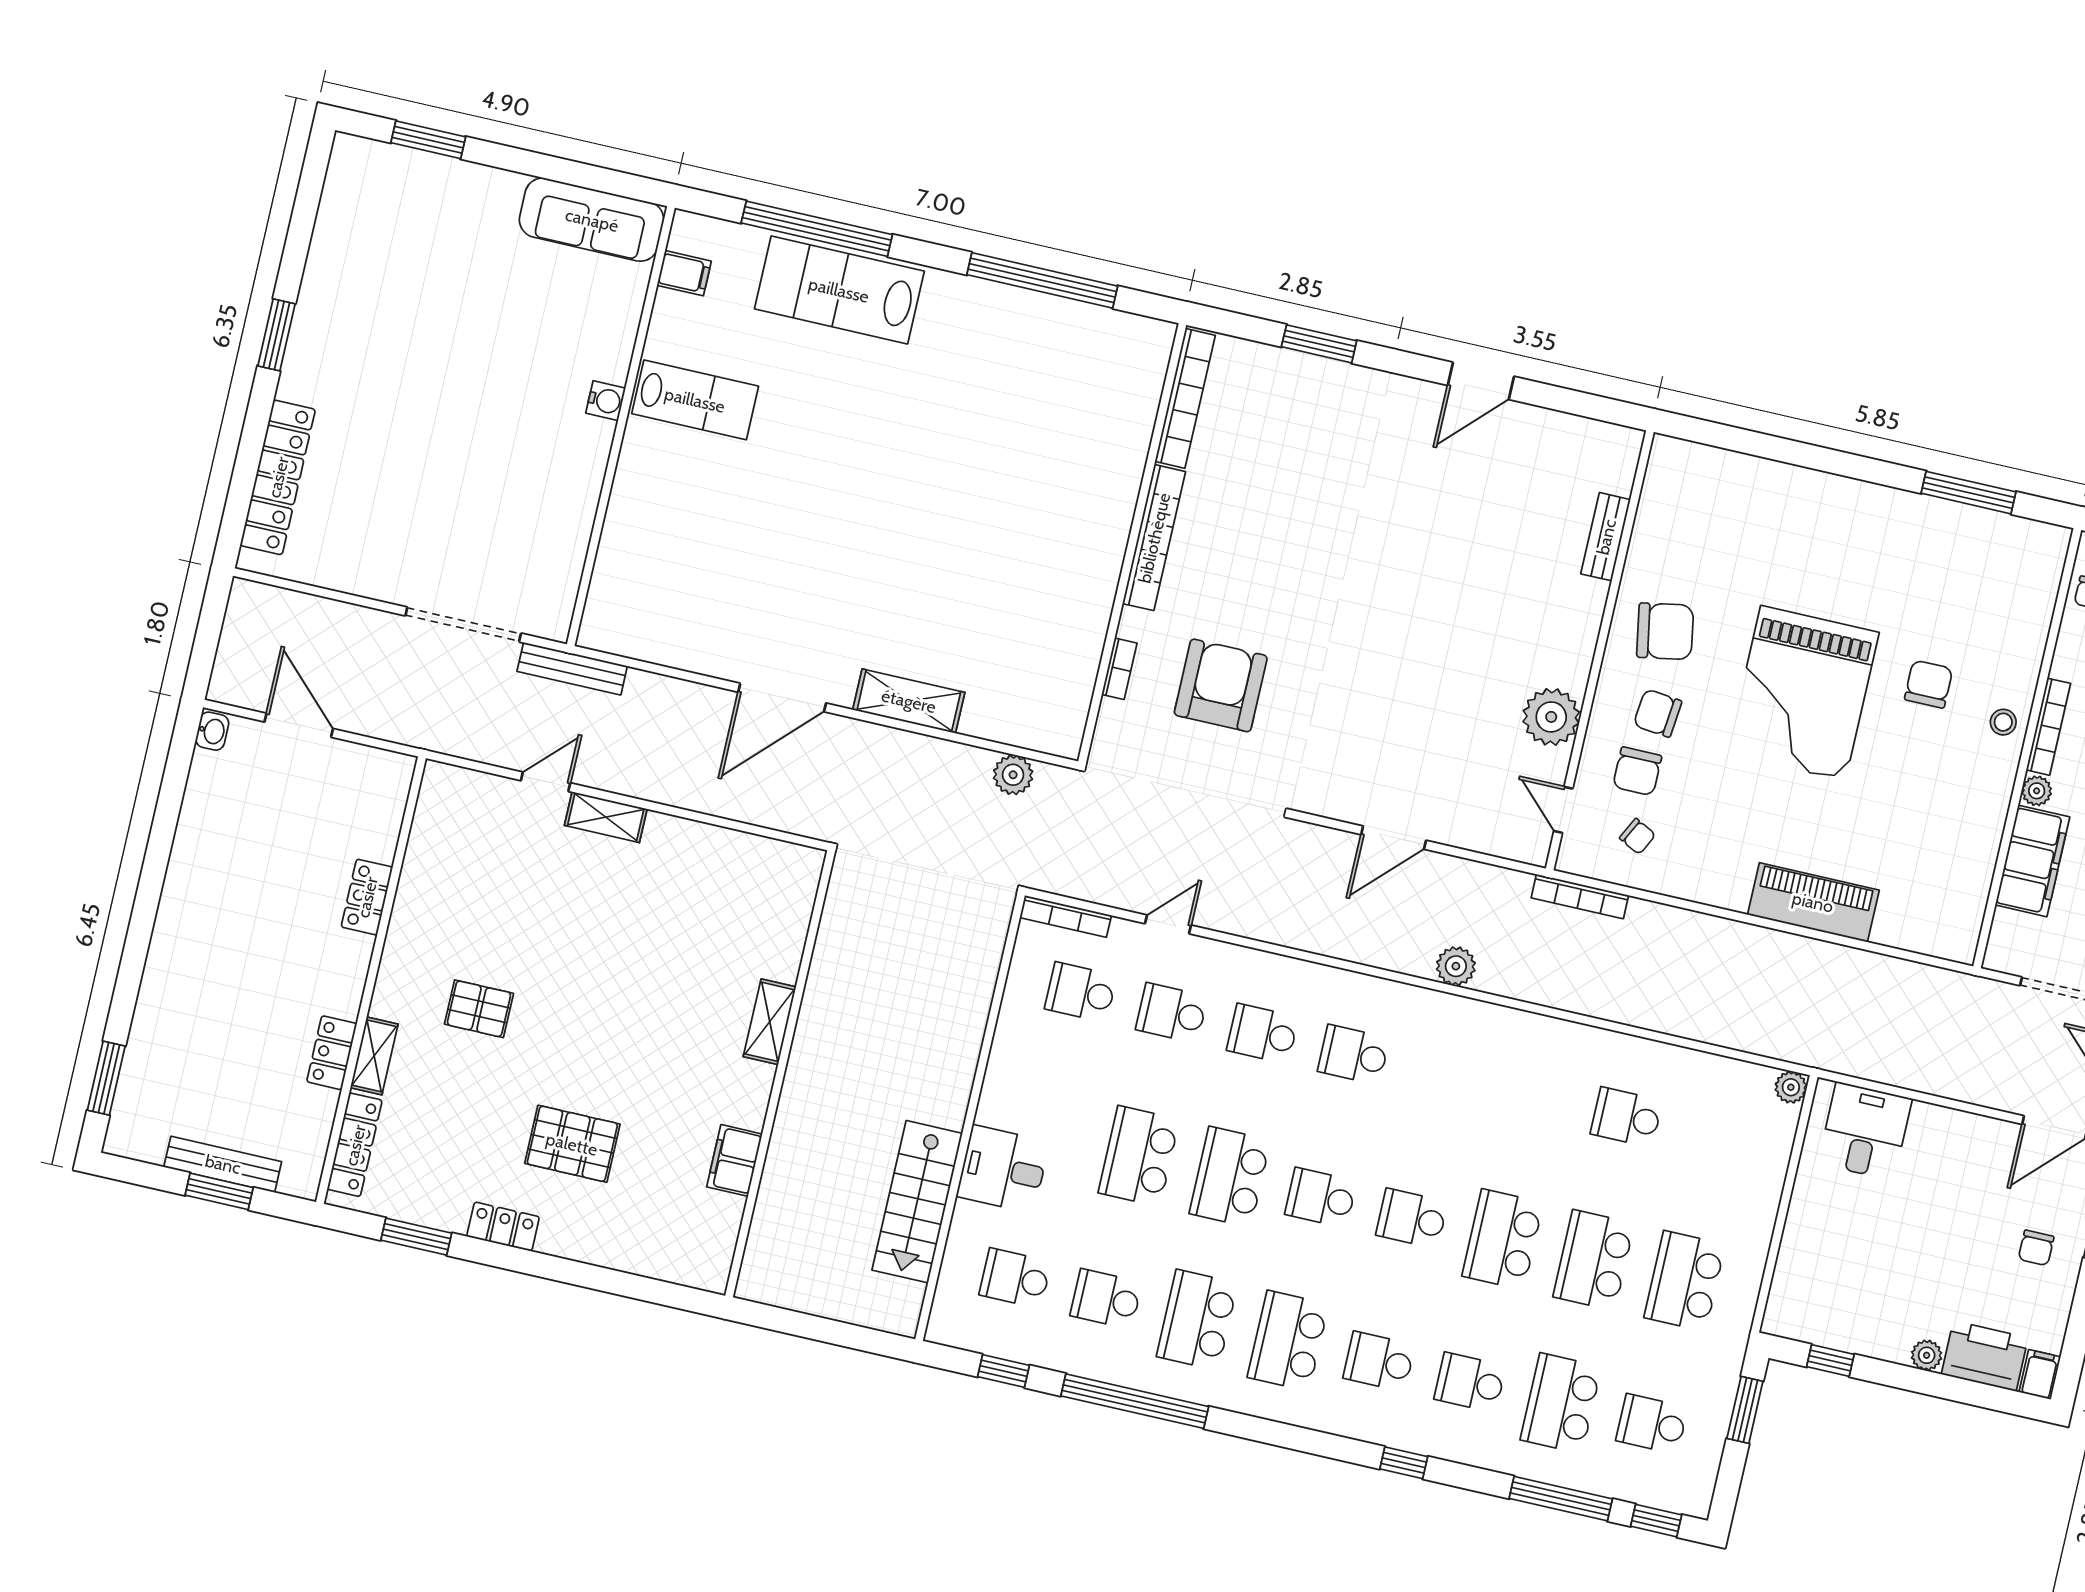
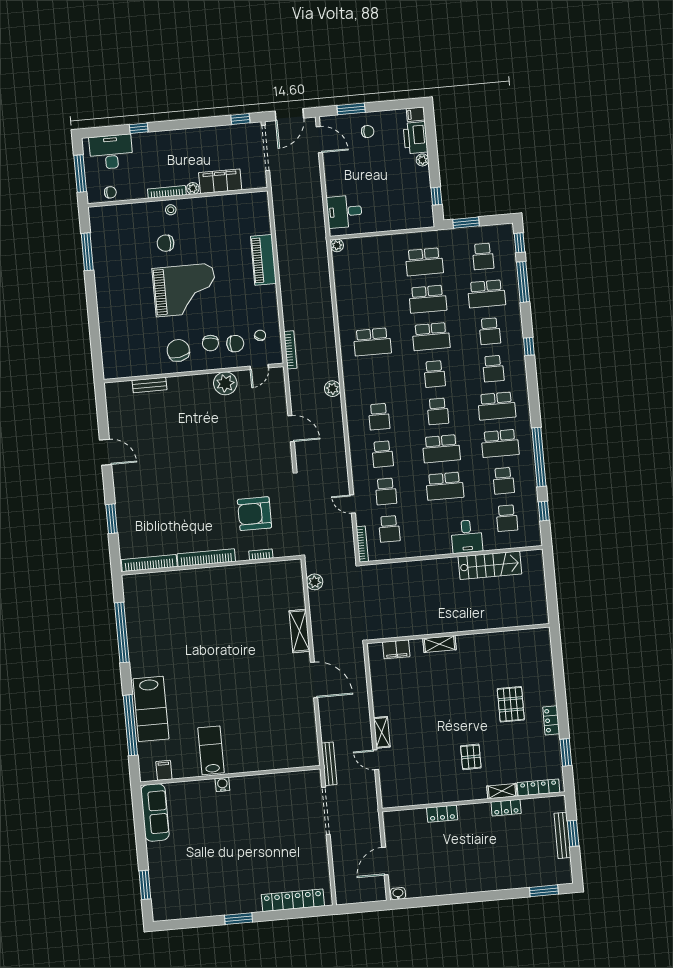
school desk: (1626, 1117) -> (372, 342), moved, width x1.85
filing cabinet: (735, 1160) -> (396, 649), moved

